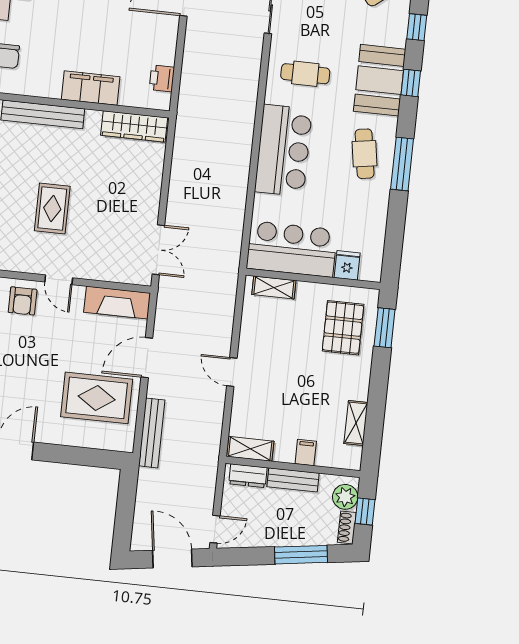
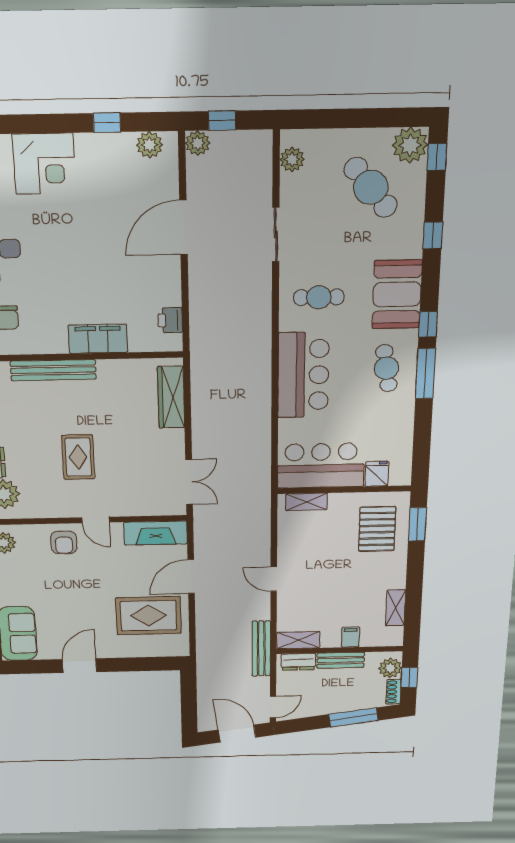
window: (411, 83) -> (428, 324), moved
wardrobe: (134, 126) -> (171, 397), moved, turned 90
bench: (152, 433) -> (261, 649), moved

